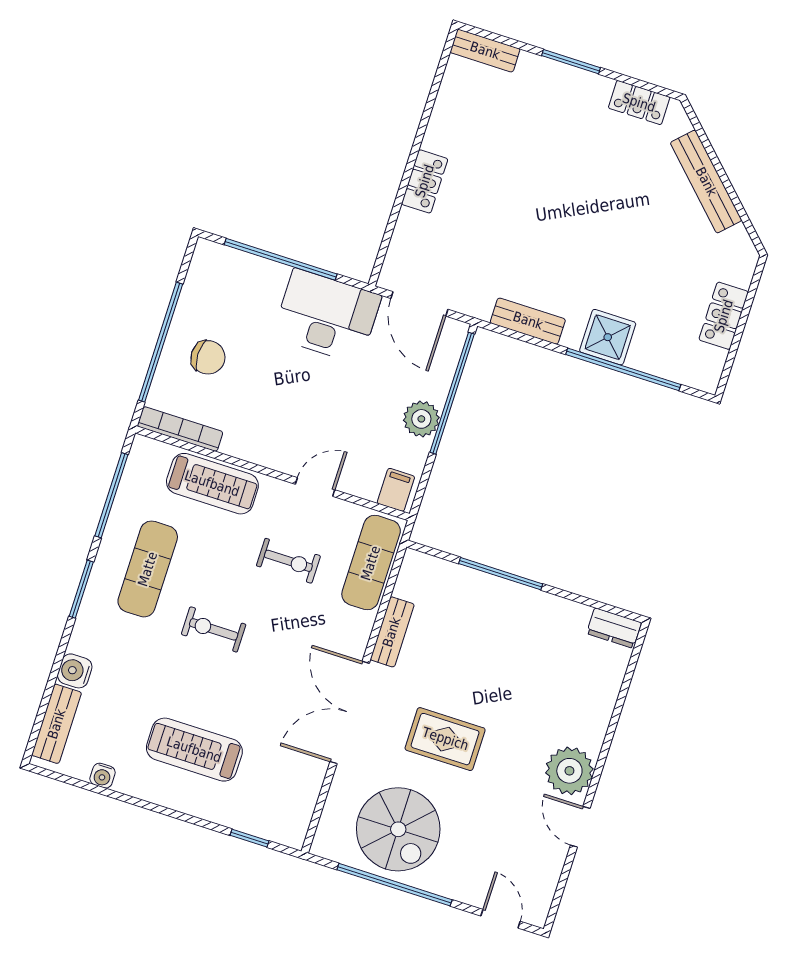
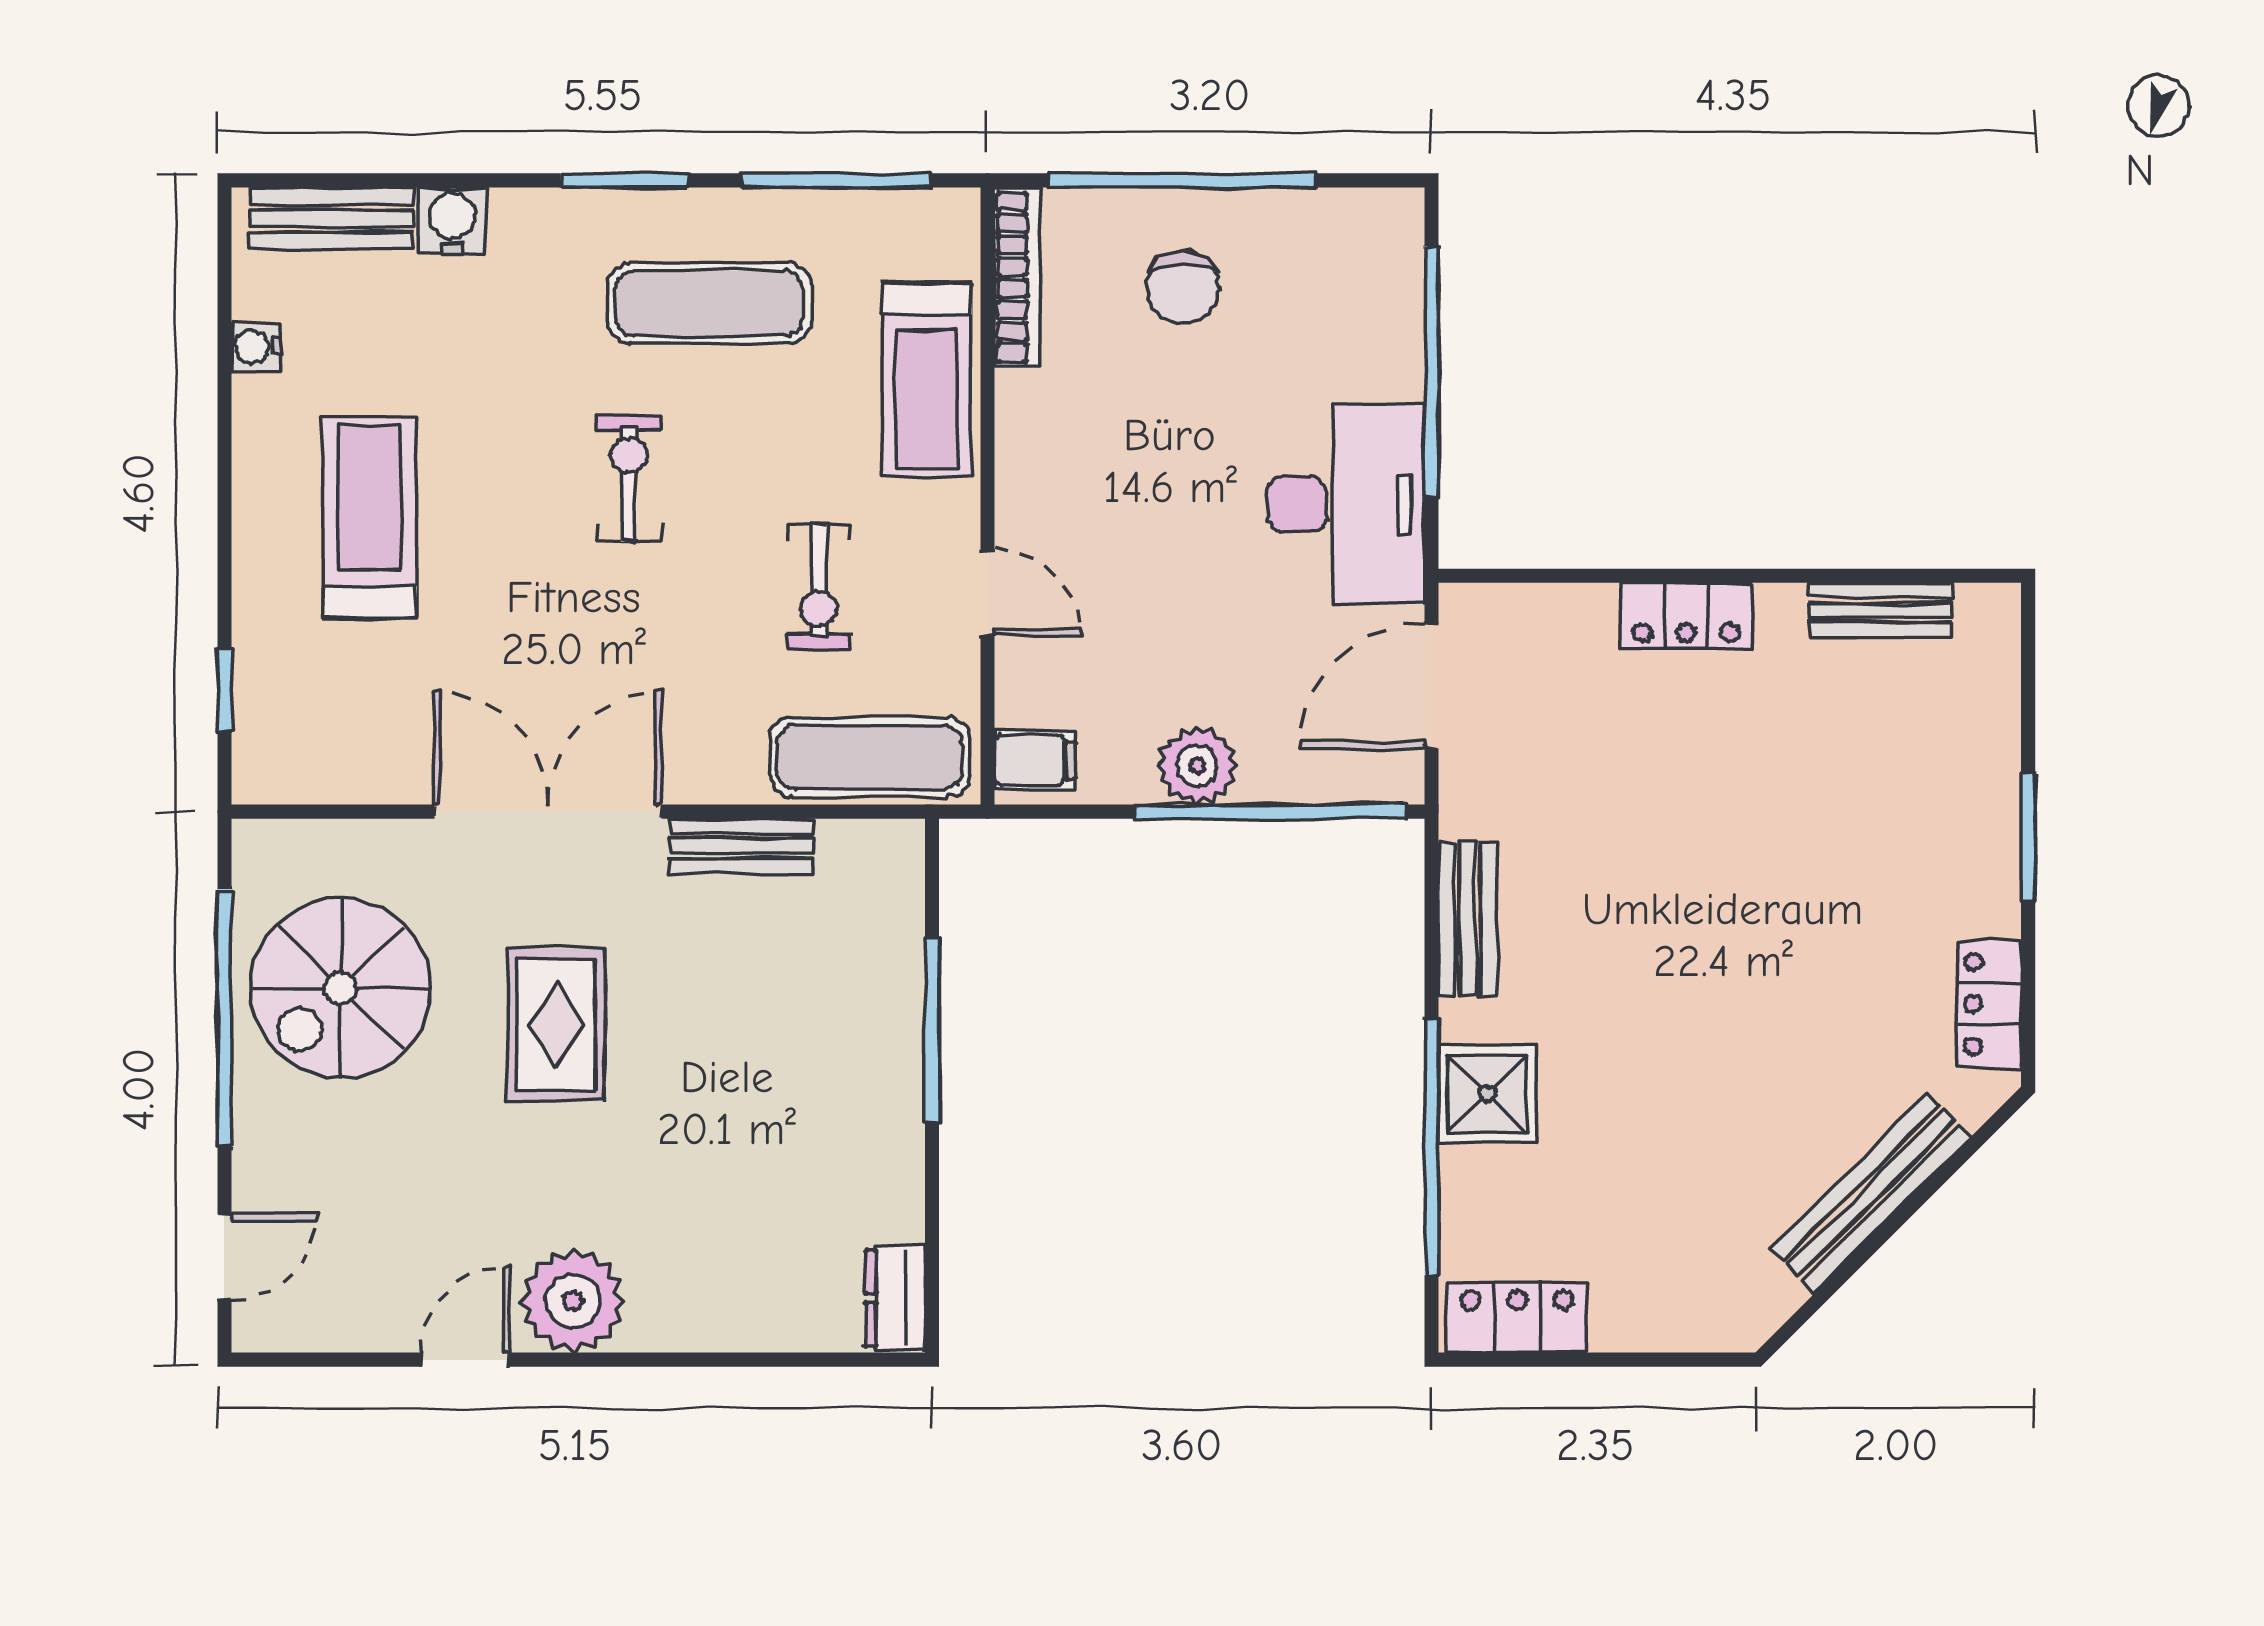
bench: (485, 51) -> (1880, 610), moved, turned 90
locker: (724, 316) -> (1517, 1317), moved

